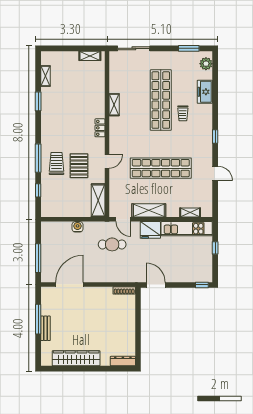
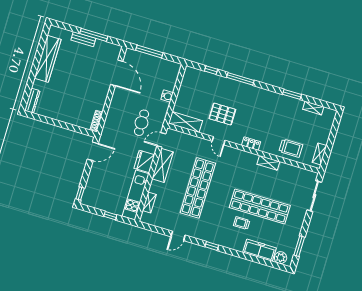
freezer: (205, 92) -> (260, 250), width x1.40
trolley: (56, 163) -> (291, 148), moved

